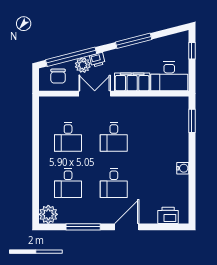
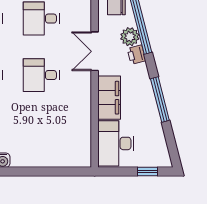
double door: (95, 94) -> (95, 51), swing flipped
window: (192, 121) -> (61, 172), removed

